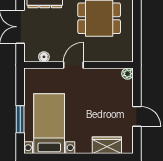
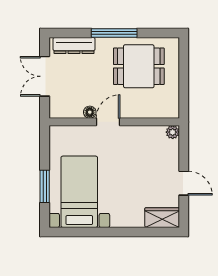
floor lamp: (44, 57) -> (90, 112), moved
wardrobe: (107, 145) -> (162, 218), moved

